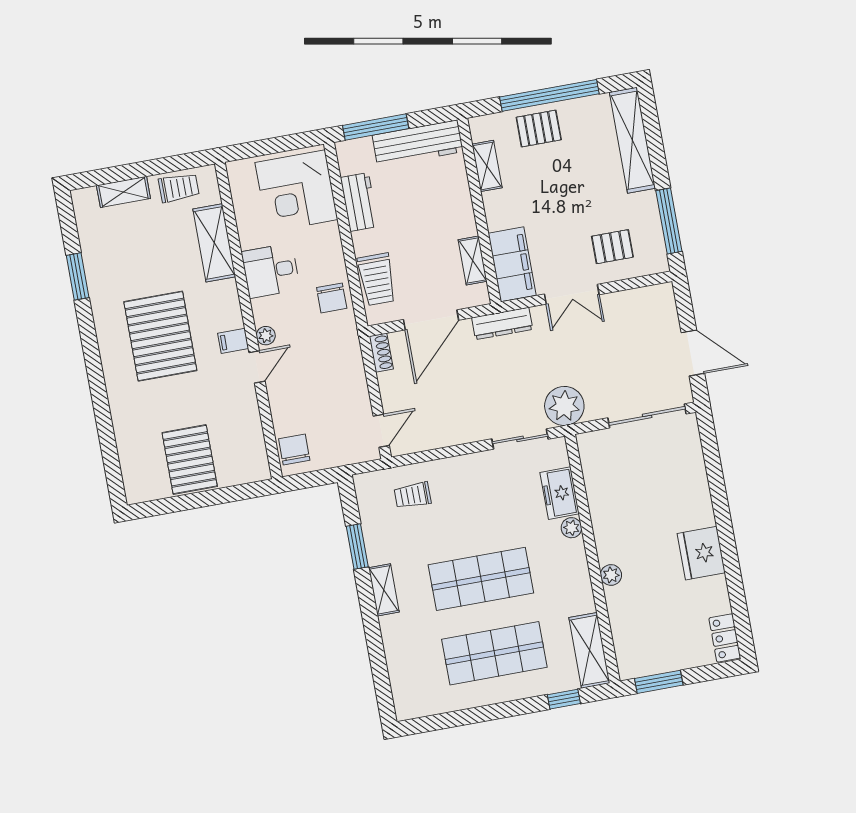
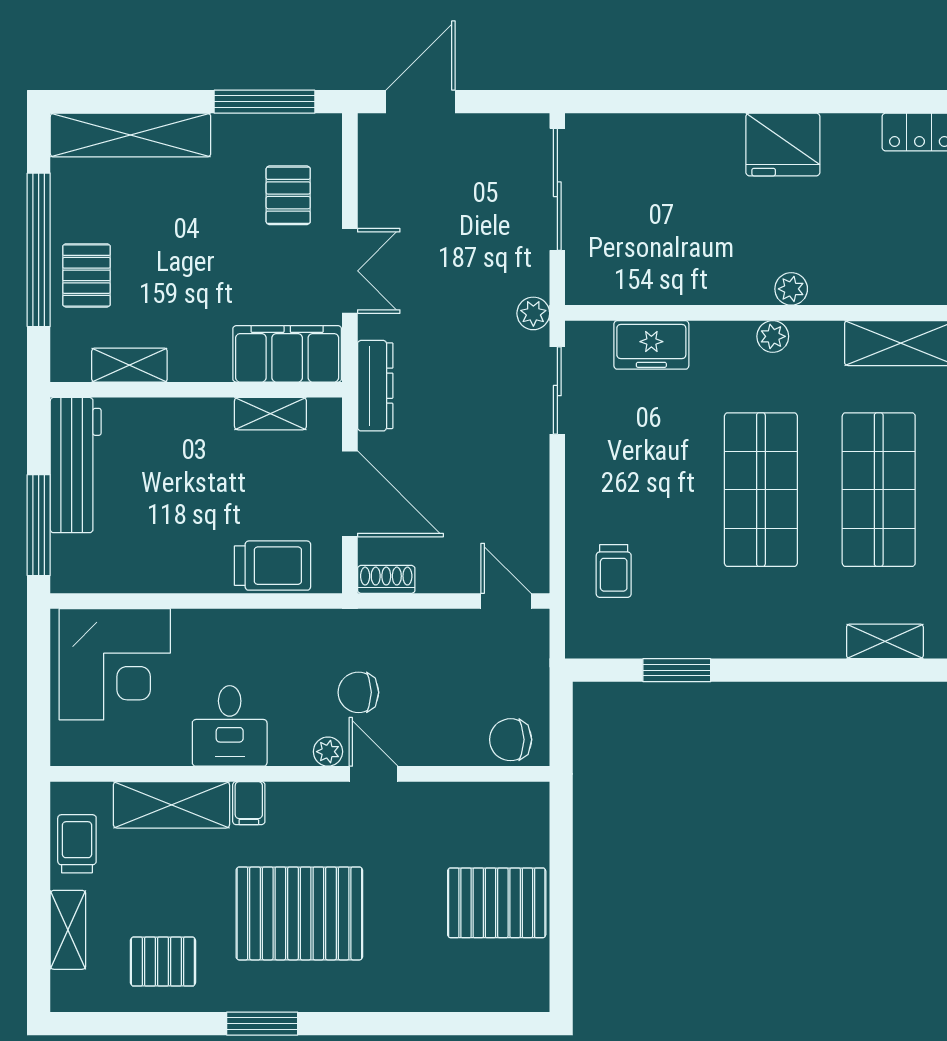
workbench: (359, 202) -> (149, 571), removed
pallet: (114, 256) -> (163, 962), added
window: (78, 276) -> (262, 1024), moved
chair: (332, 298) -> (358, 692), moved, turned 180
filing cabinet: (233, 341) -> (249, 803), moved
door: (693, 353) -> (421, 102), moved
plant: (564, 406) -> (533, 313), width x0.53, depth x0.53
plant: (571, 528) -> (773, 336), moved
shelving: (384, 590) -> (885, 641), moved

